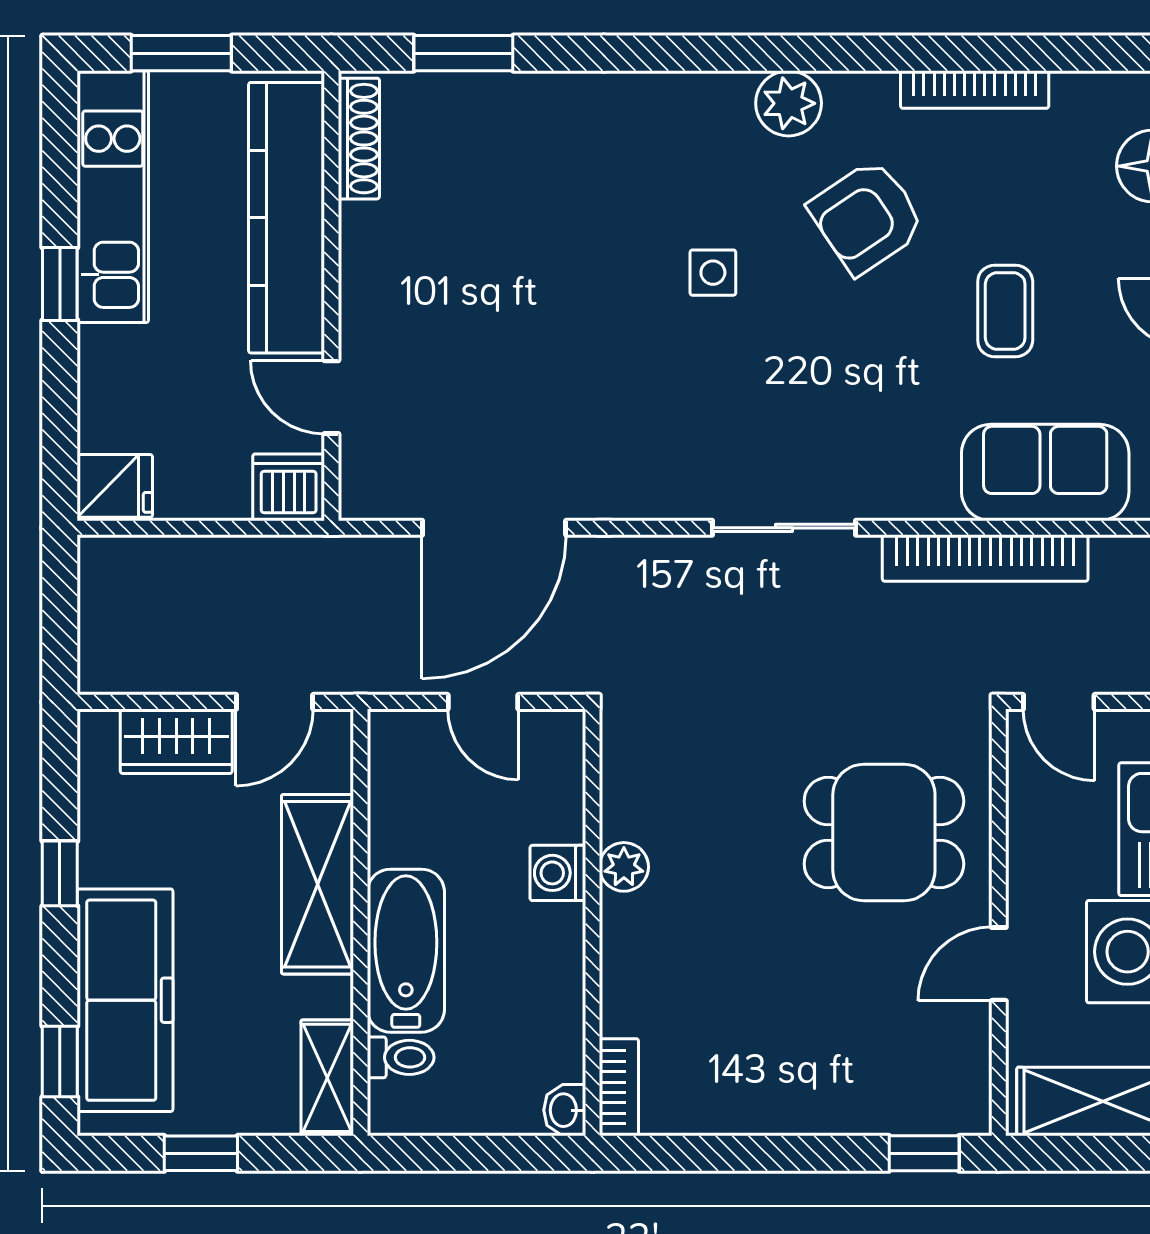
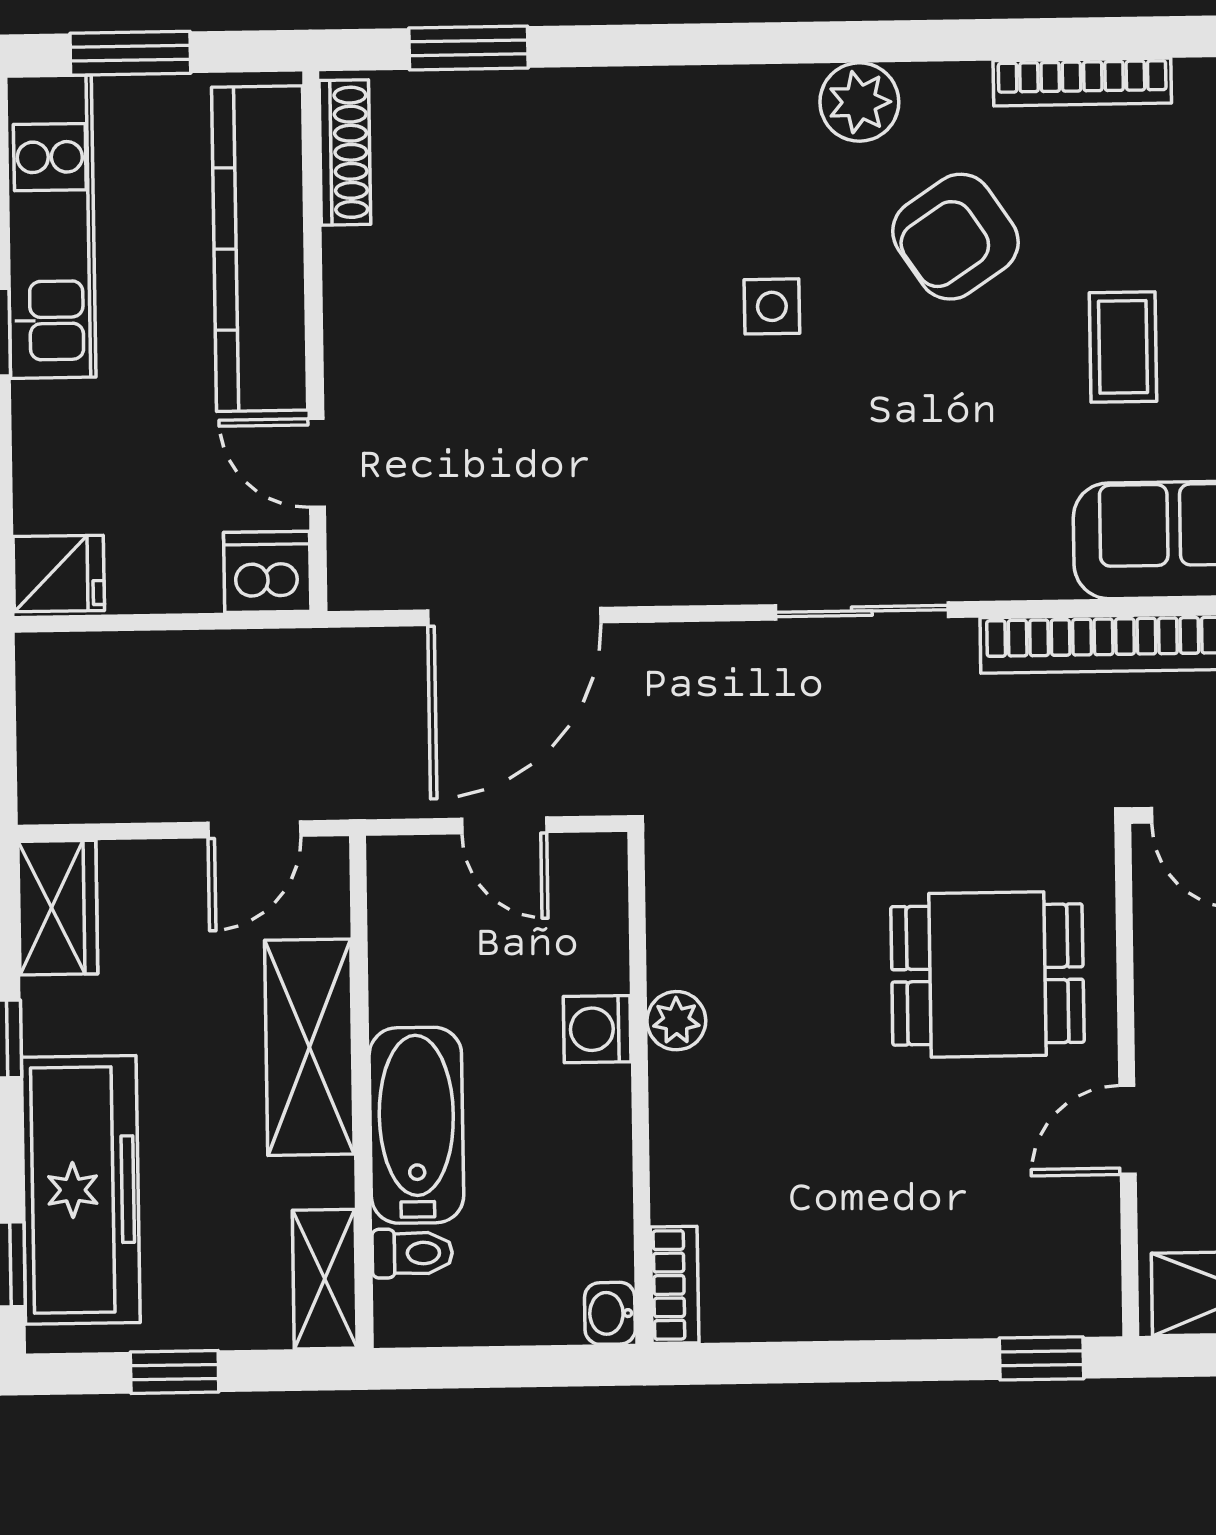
wardrobe: (176, 741) -> (58, 908), moved, turned -90

